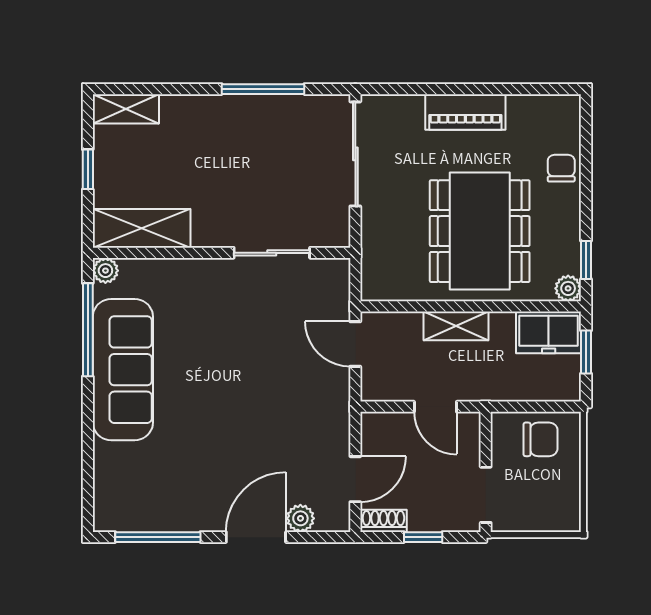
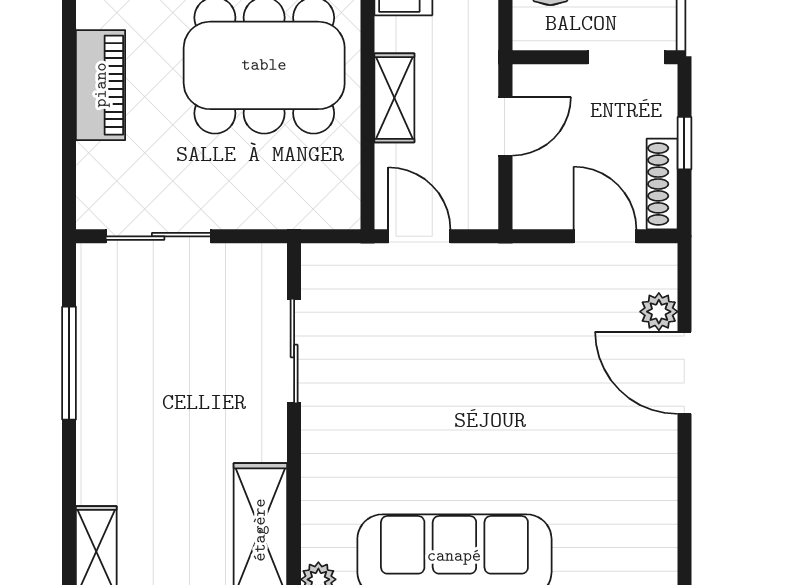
sliding door: (355, 154) -> (158, 236), width x0.73
door: (355, 344) -> (419, 236), swing flipped
shoe rack: (383, 521) -> (662, 184), width x1.43
window: (158, 537) -> (684, 508), removed

